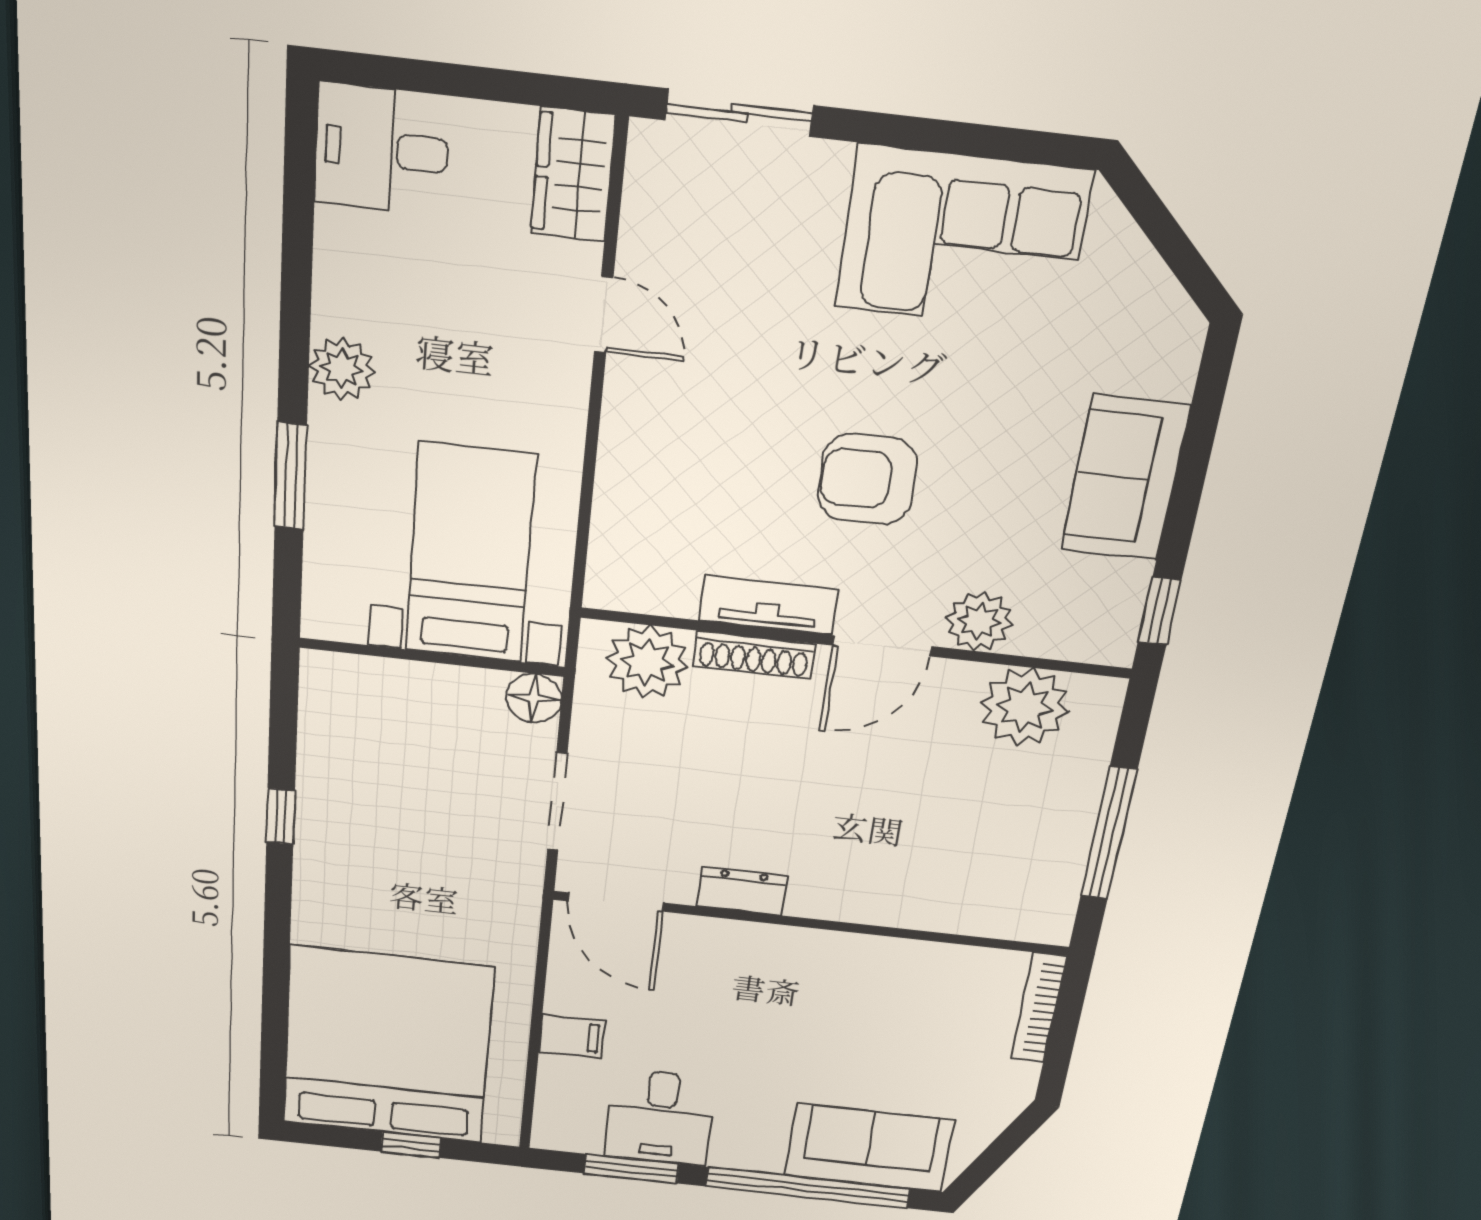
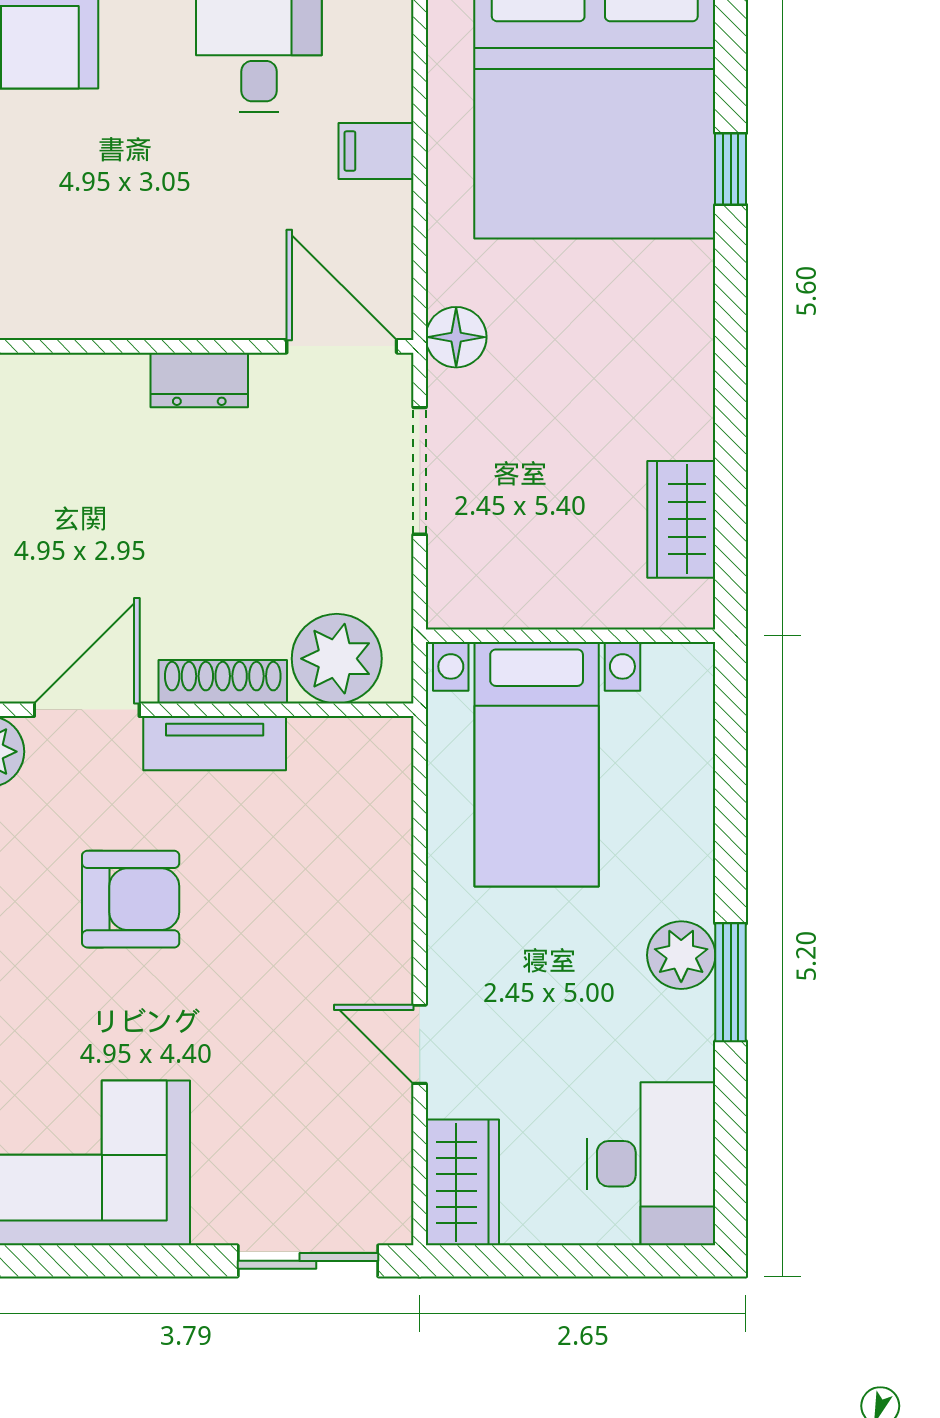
desk: (382, 149) -> (651, 1164), width x1.37
window: (291, 476) -> (731, 982), moved
floor lamp: (534, 698) -> (456, 337), moved
wardrobe: (327, 739) -> (681, 519), added
window: (281, 816) -> (731, 169), moved

